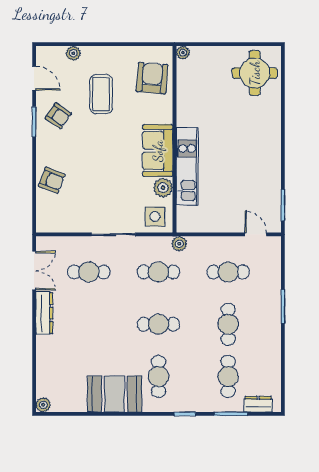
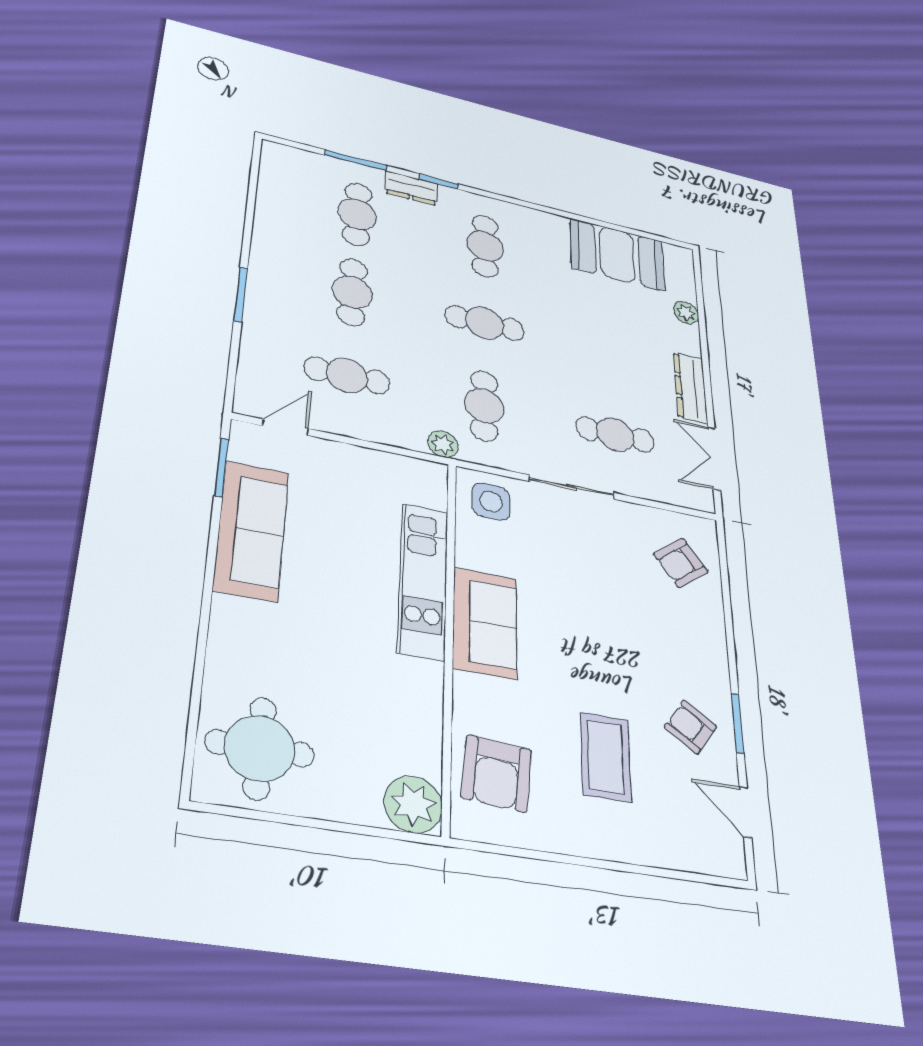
plant: (73, 53) -> (669, 854), removed
plant: (183, 53) -> (413, 804), width x1.88, depth x1.88
sofa: (267, 176) -> (251, 530), added
armchair: (52, 180) -> (681, 563), moved, turned -58
plant: (163, 188) -> (474, 550), removed
door: (256, 234) -> (286, 427), swing flipped
cafe table: (158, 272) -> (484, 406), turned 90
booth: (114, 394) -> (617, 255), moved
dresser: (258, 404) -> (411, 188), moved
plant: (43, 405) -> (686, 313), moved

